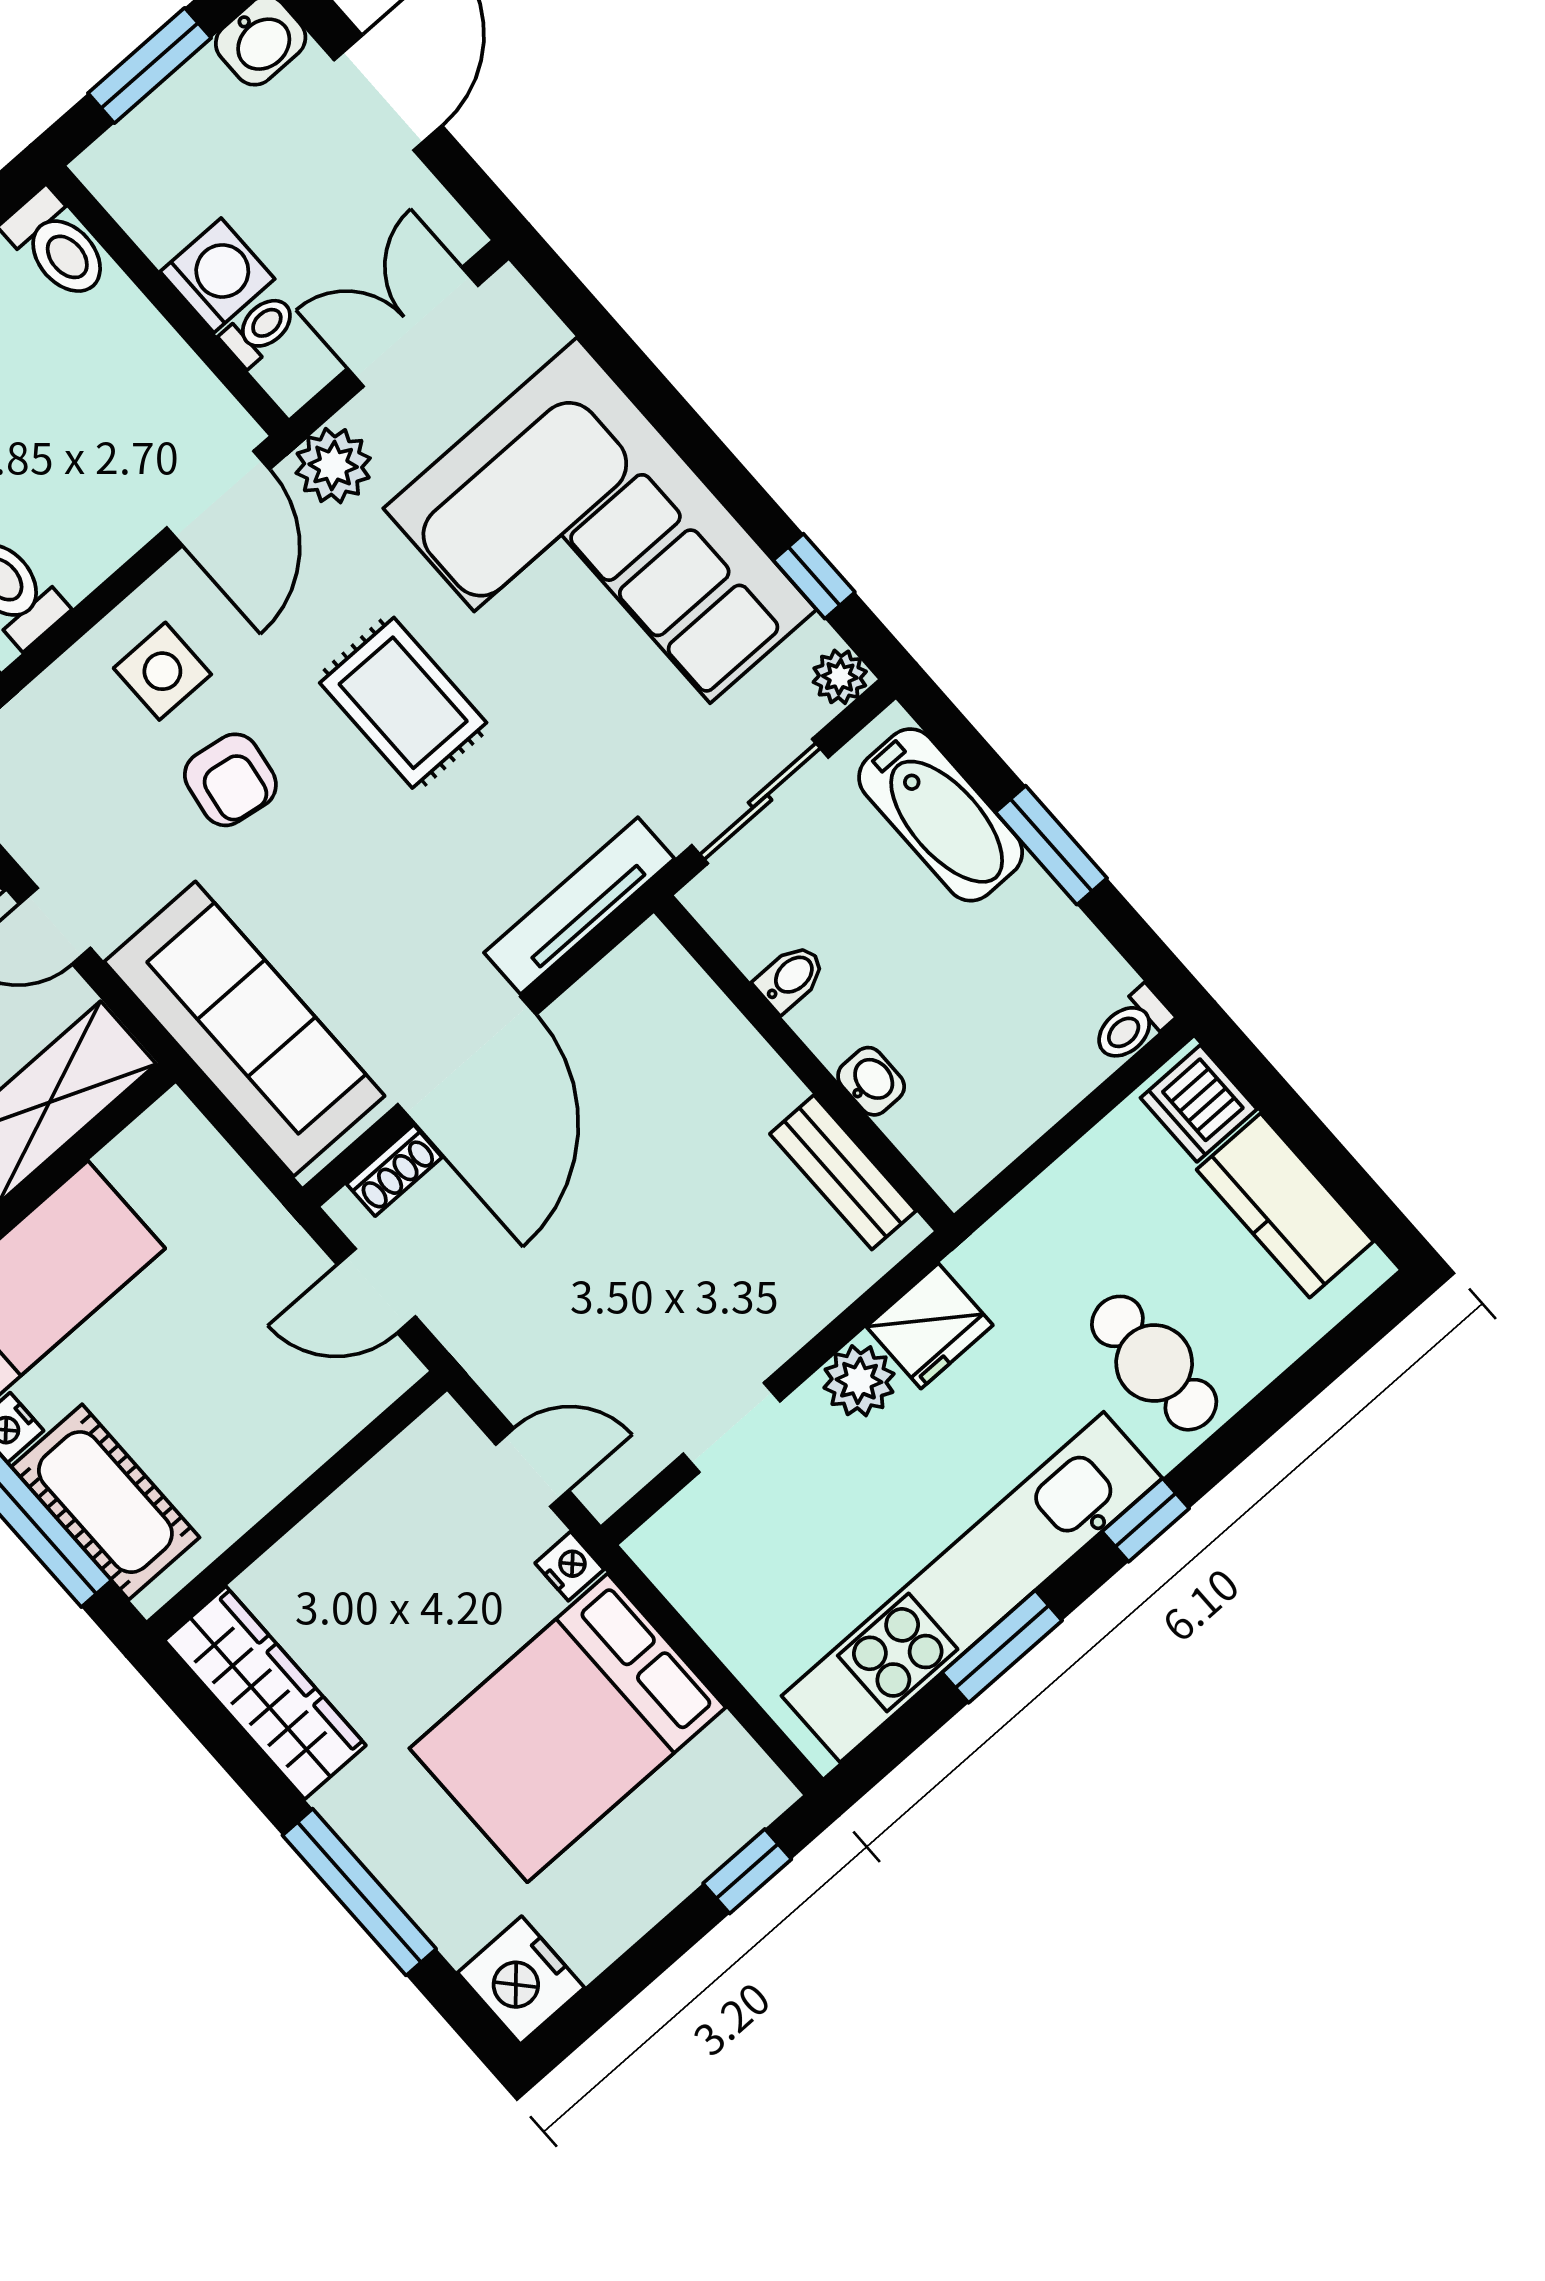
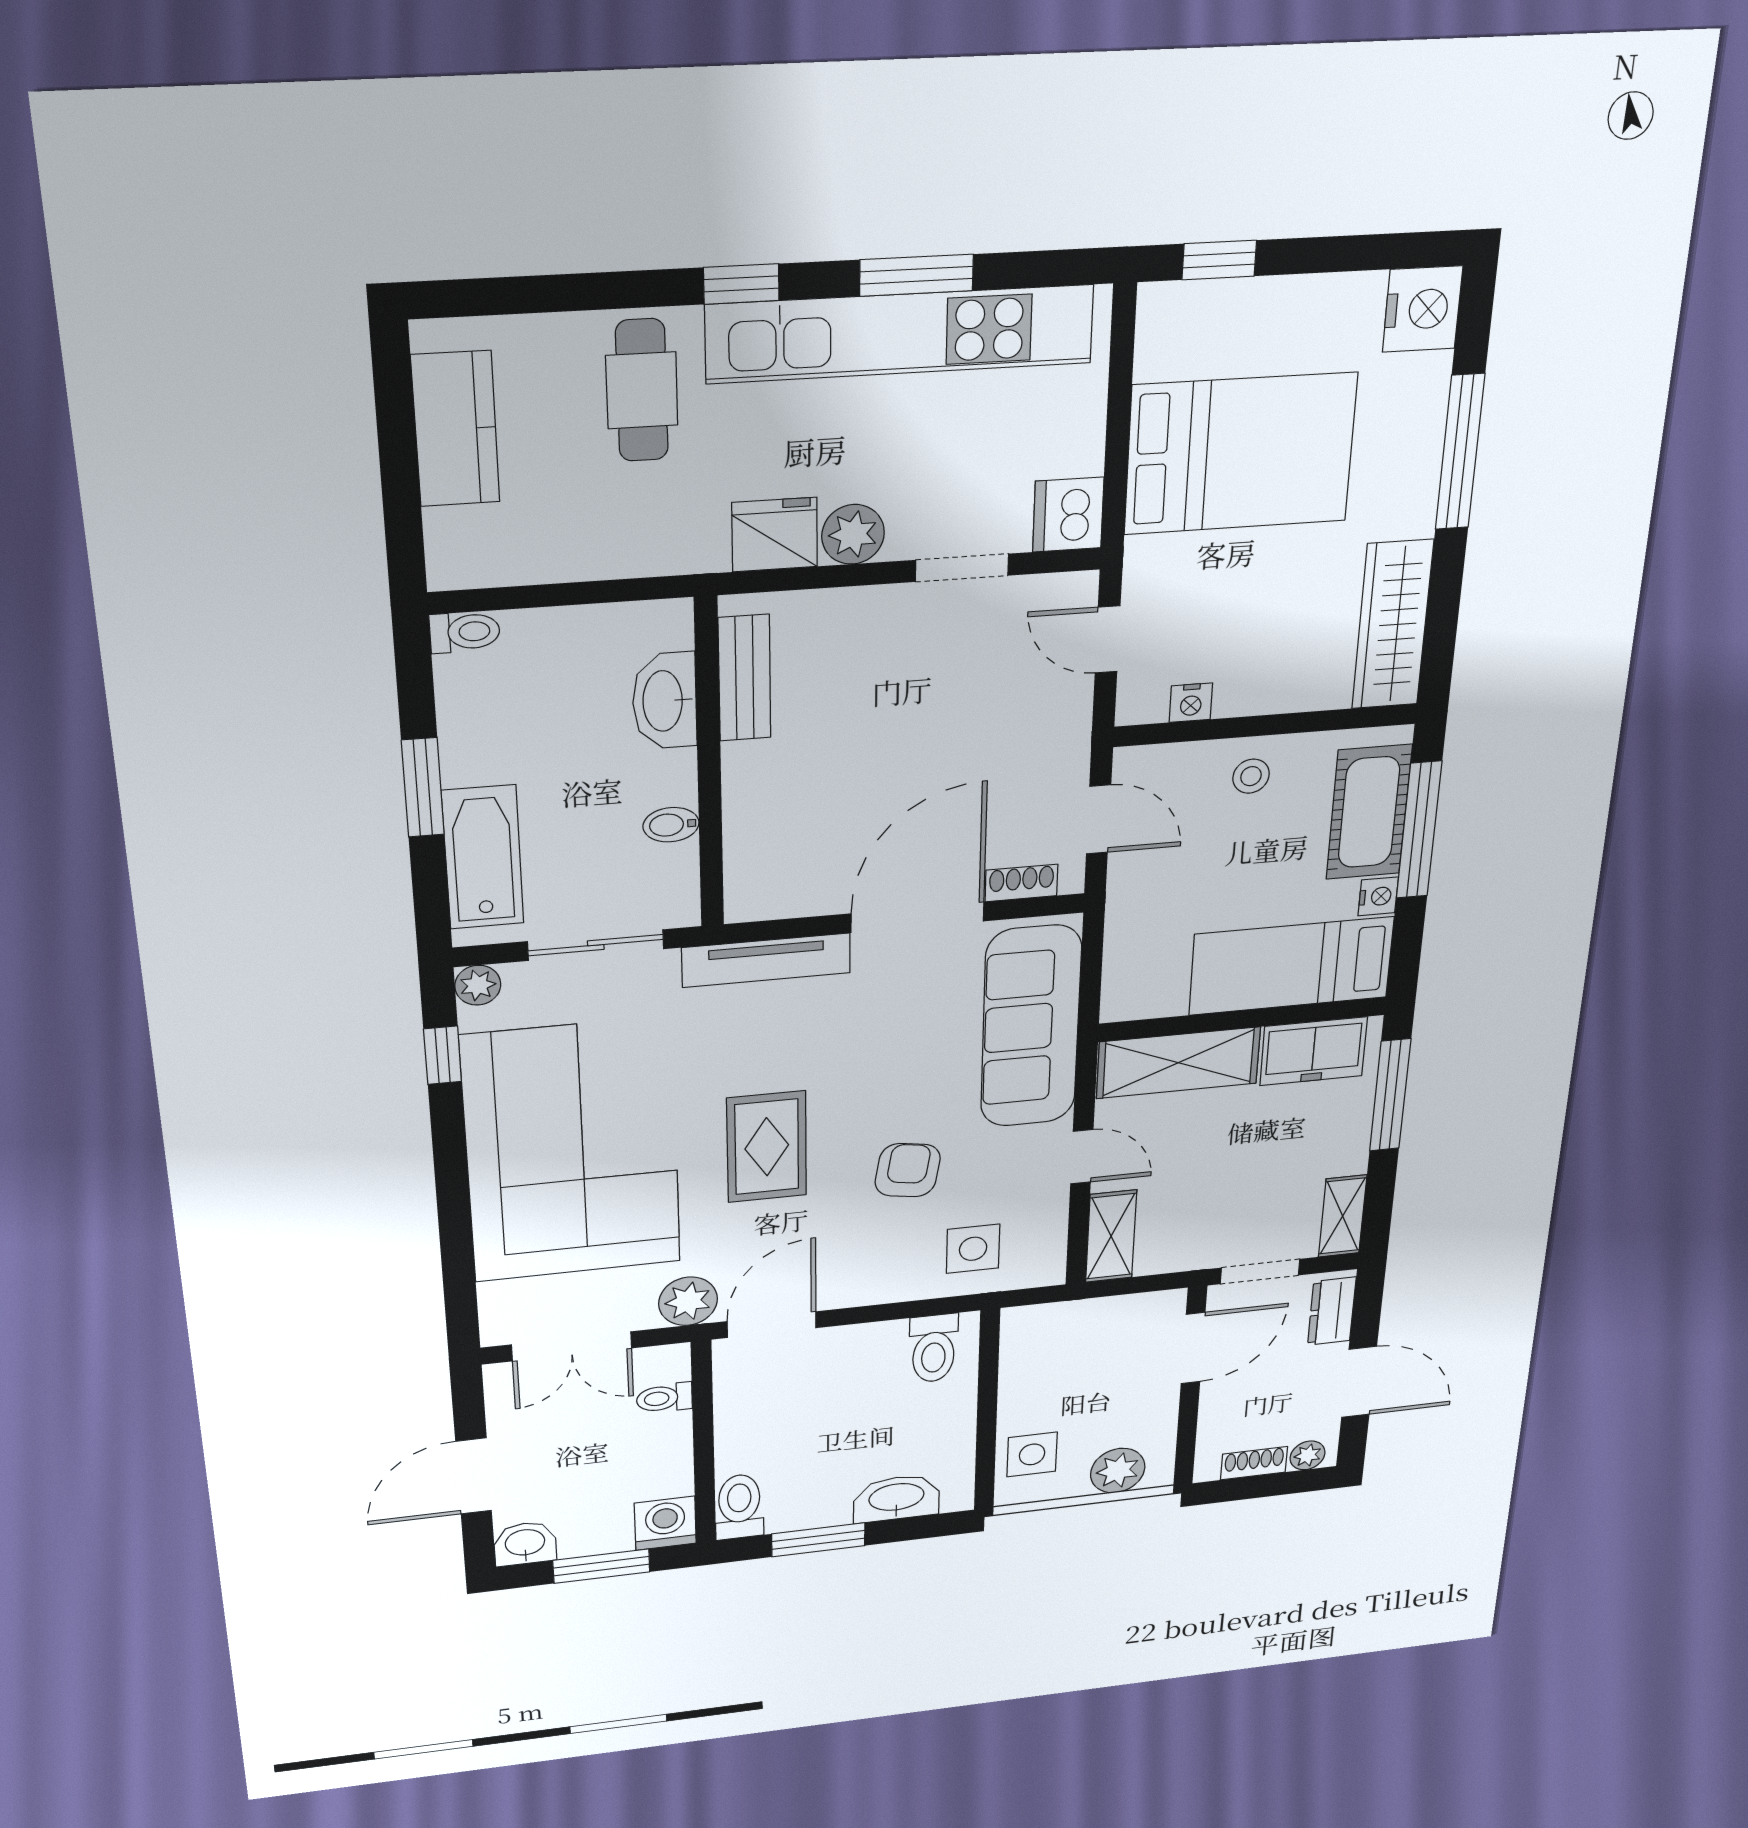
washing machine: (217, 275) -> (665, 1523), moved, turned 90
side table: (162, 671) -> (973, 1249), moved
washbasin: (871, 1081) -> (665, 701), width x1.91, depth x1.45
dishwasher: (1199, 1103) -> (1068, 515), moved, turned 180
stool: (263, 1446) -> (1251, 776), added
nightstand: (570, 1566) -> (1191, 703), moved, turned -90

